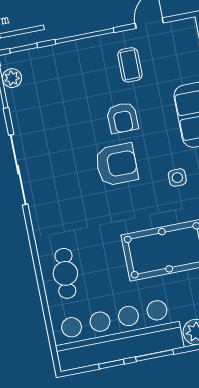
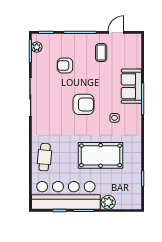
armchair: (122, 118) -> (65, 65), moved, turned 90

